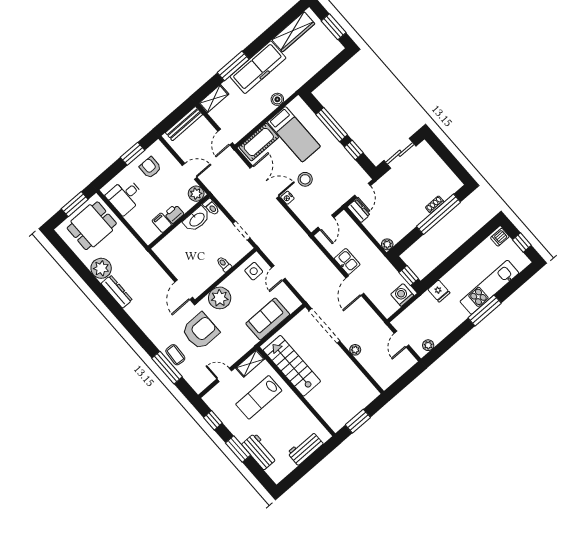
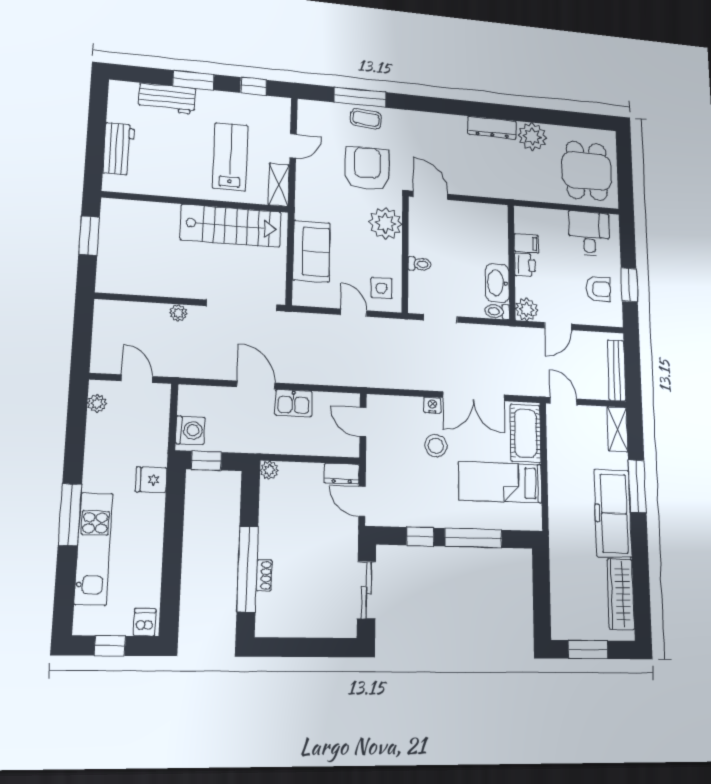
boiler: (277, 99) -> (557, 501), removed
window: (75, 204) -> (625, 176), removed
armchair: (200, 331) -> (367, 169), turned 180

